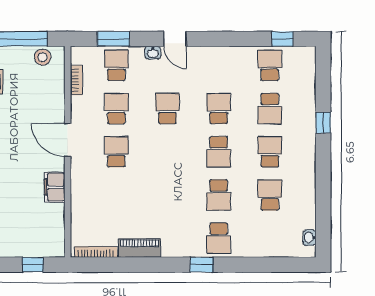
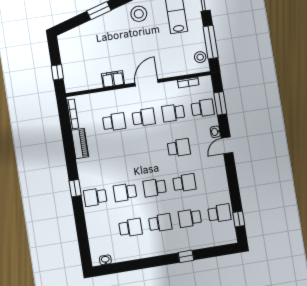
school desk: (116, 109) -> (173, 113), turned 180
school desk: (116, 195) -> (114, 122), added

